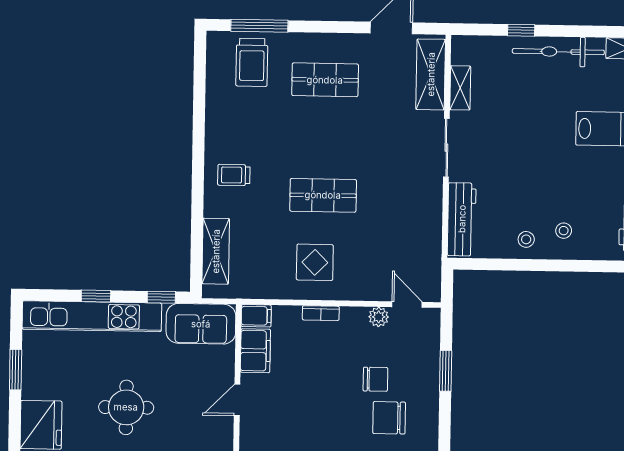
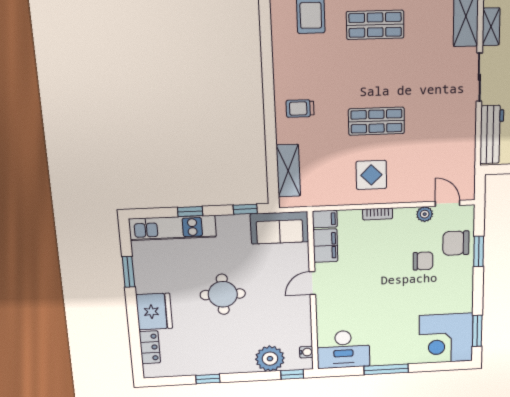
kitchen unit: (92, 316) -> (173, 228), width x0.73
chair: (389, 418) -> (456, 243), moved

